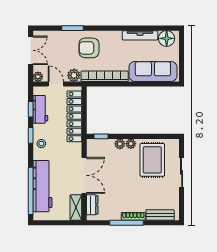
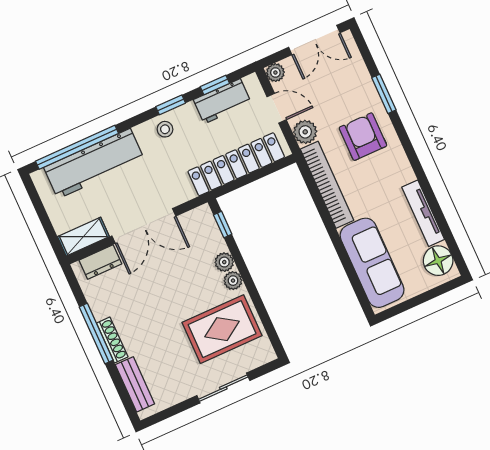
door: (56, 84) -> (277, 108), hinge flipped

